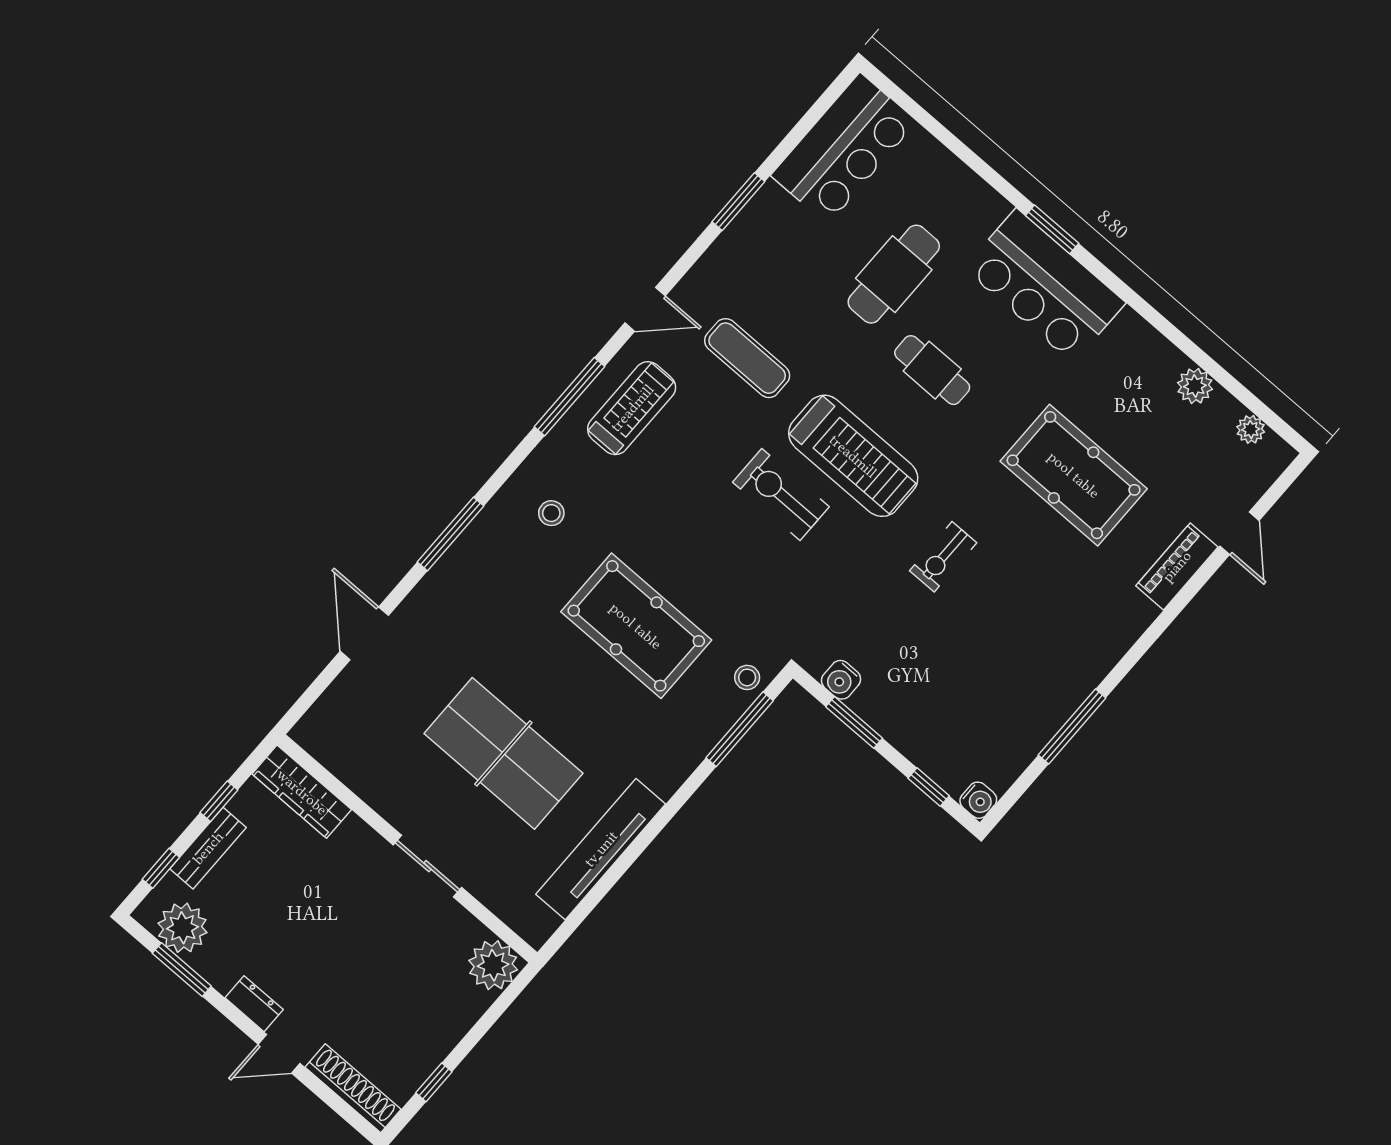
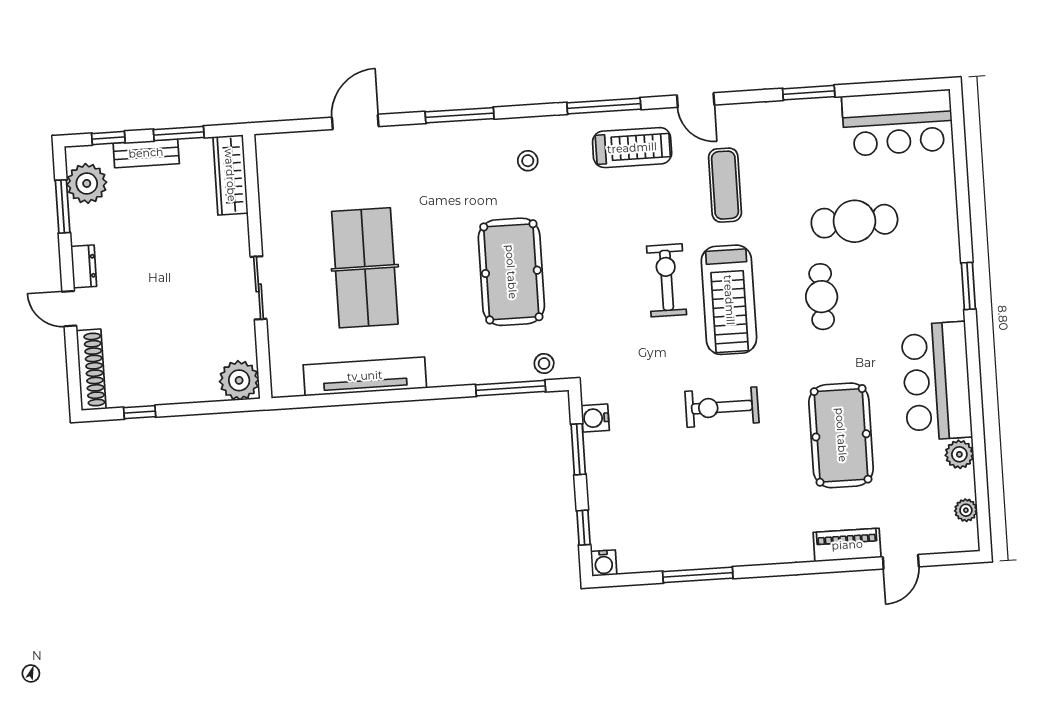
bar counter: (1045, 286) -> (937, 381), moved
exercise bike: (943, 557) -> (722, 407), width x1.38, depth x1.39
window: (219, 801) -> (179, 133), width x1.50

